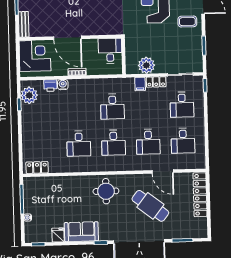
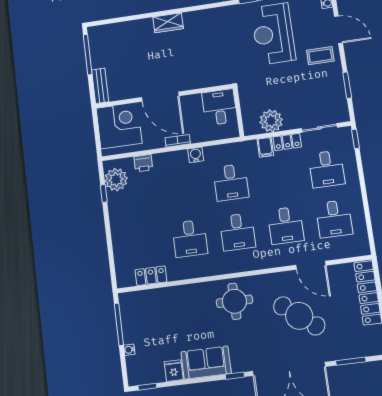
water cooler: (63, 85) -> (196, 155), moved
locker: (37, 167) -> (151, 276), moved

